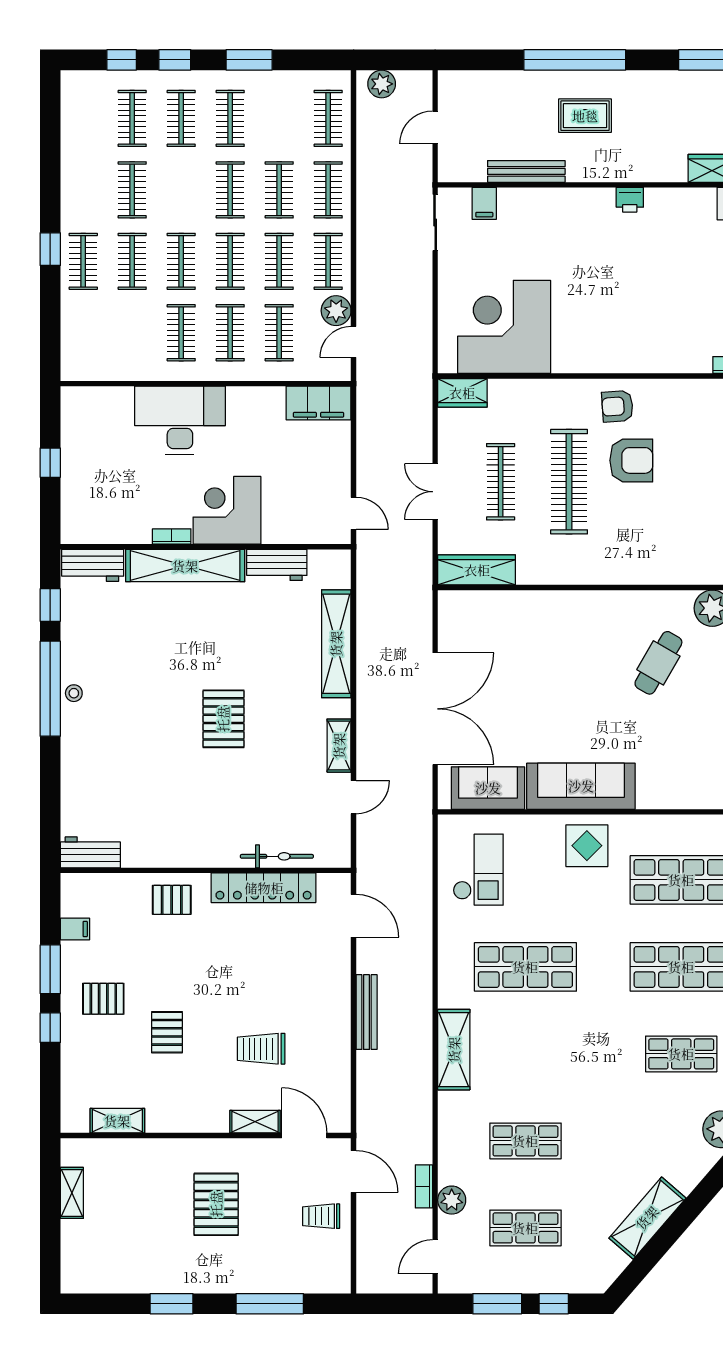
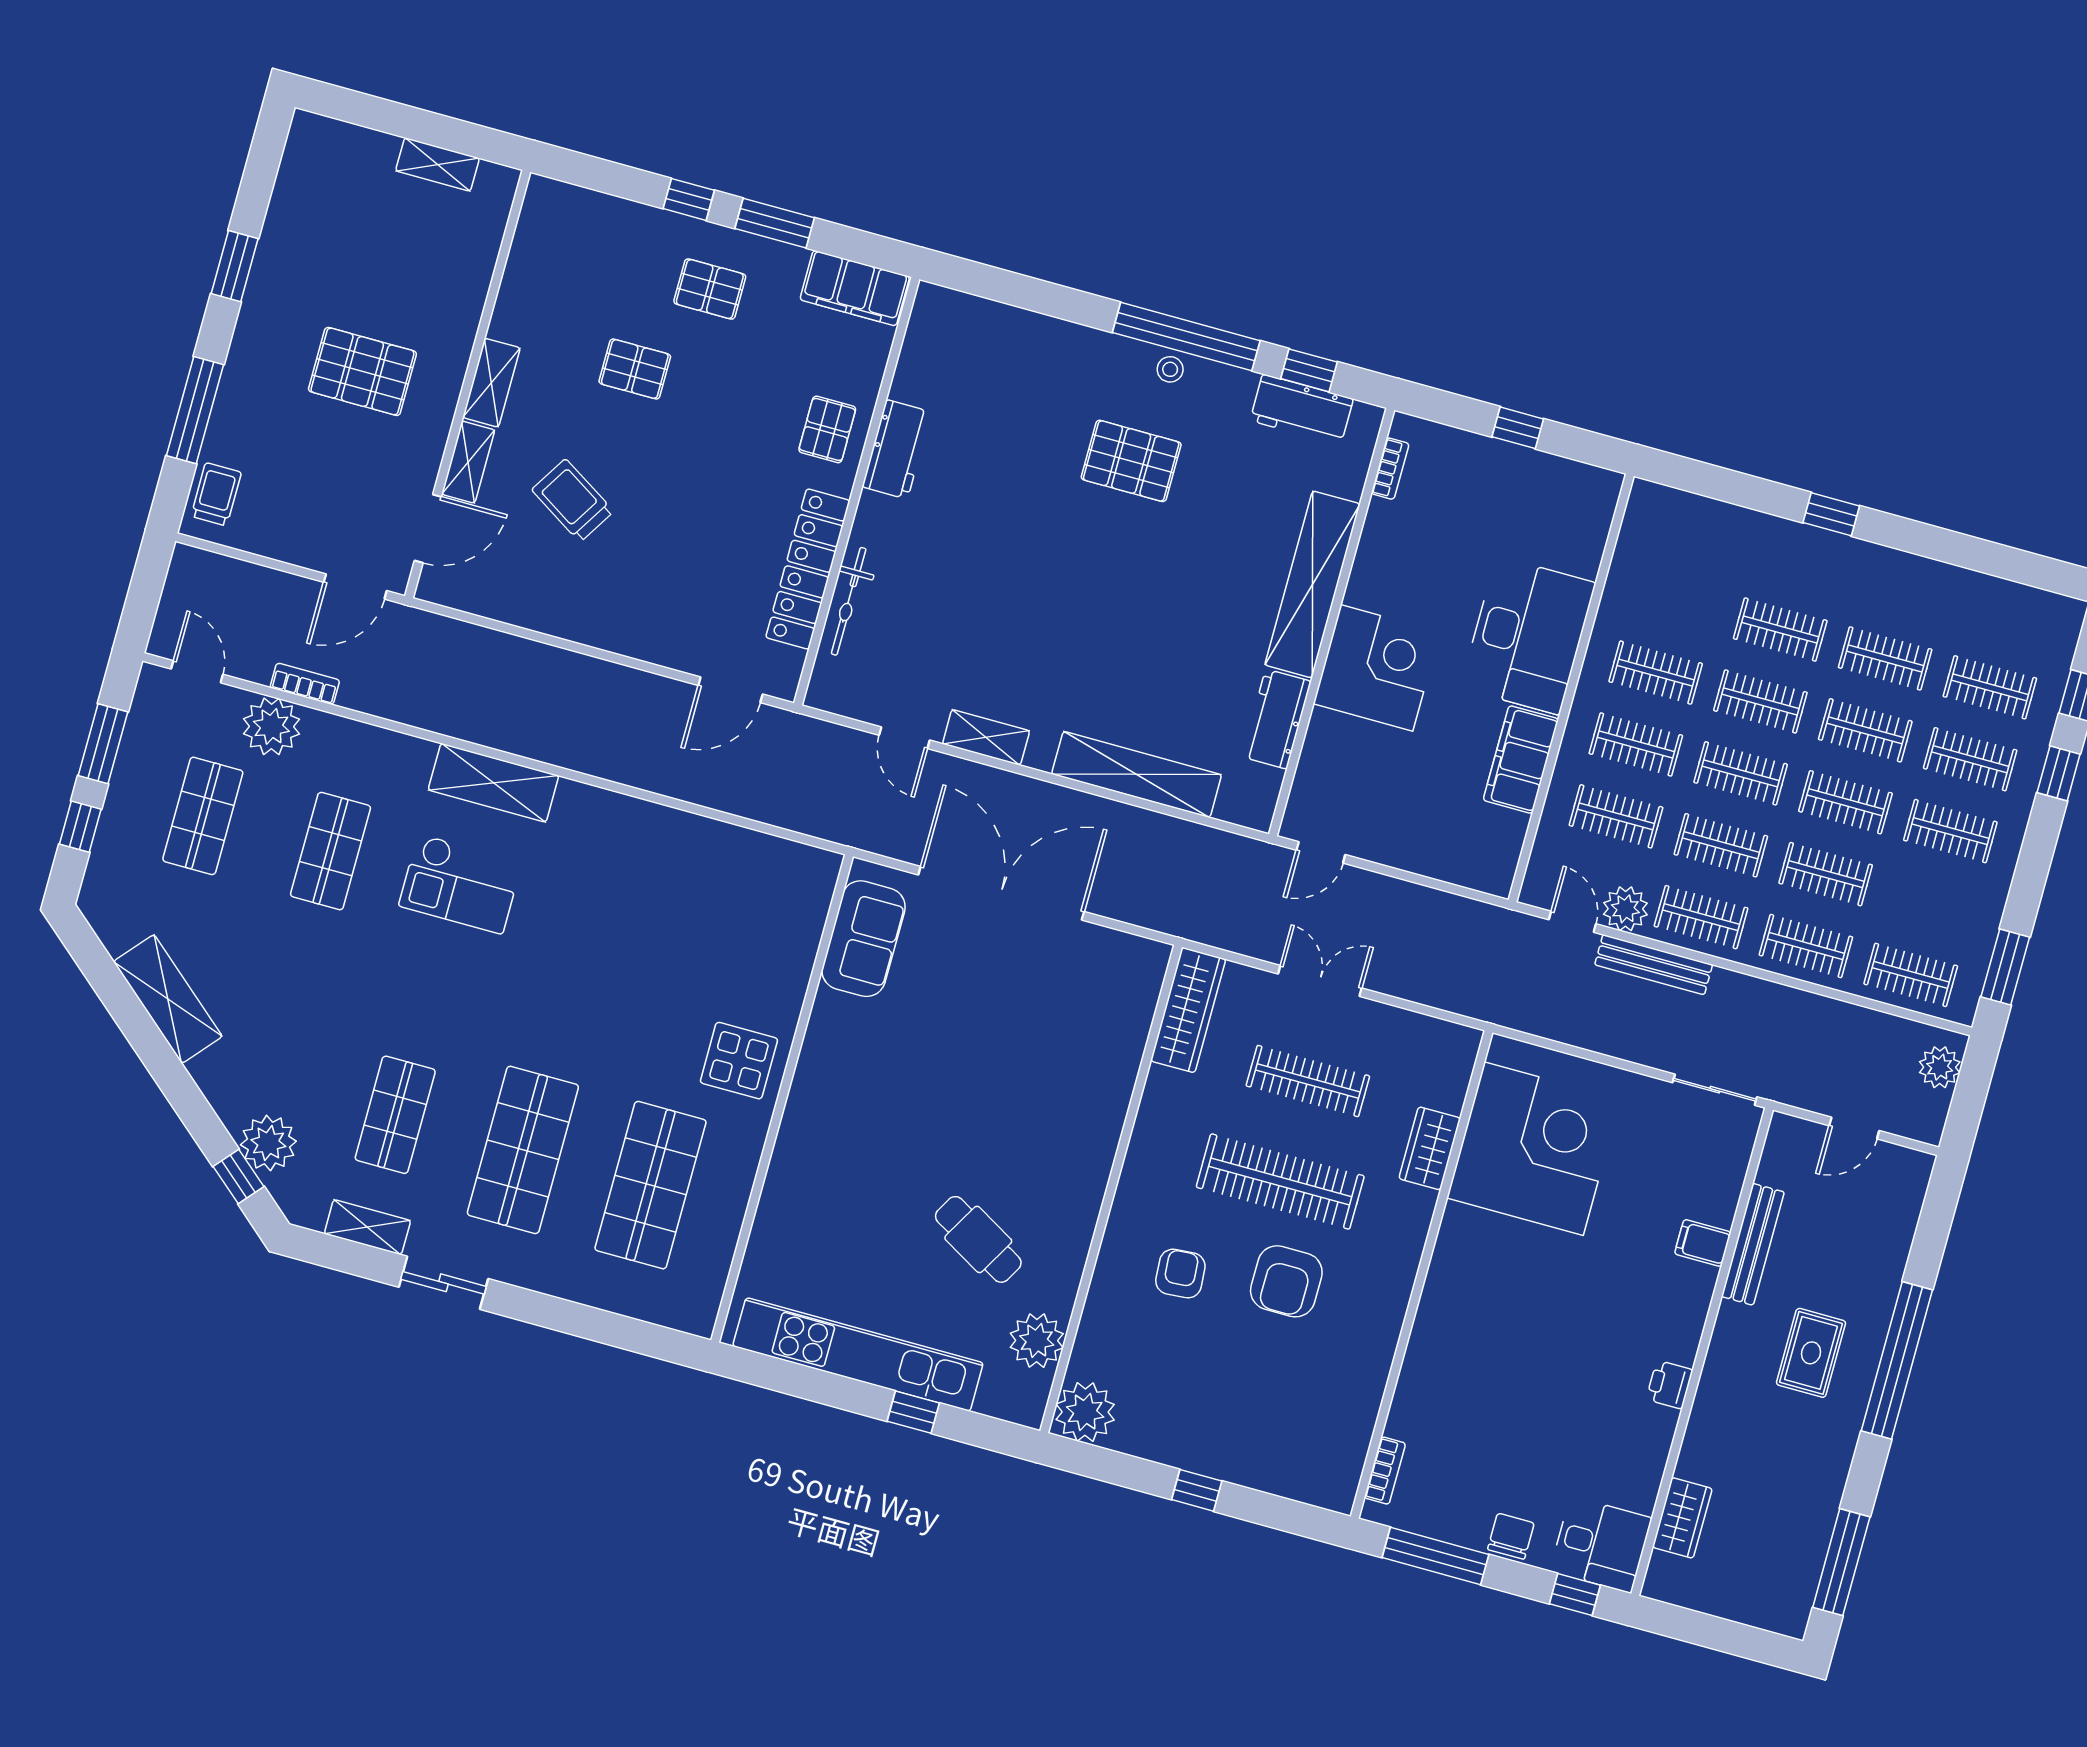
window: (249, 60) -> (2005, 967), moved
door: (435, 128) -> (1854, 1128), swing flipped
filing cabinet: (484, 203) -> (1703, 1243), moved
clothes rail: (83, 261) -> (1865, 730), moved
wardrobe: (462, 393) -> (1430, 1148), moved
filing cabinet: (319, 403) -> (1521, 760), moved
armchair: (617, 406) -> (1180, 1274), moved
bookcase: (172, 536) -> (1390, 469), moved
workbench: (93, 565) -> (1302, 410), moved, turned -90
double door: (435, 709) -> (1001, 893), swing flipped
pallet: (223, 719) -> (1131, 461), moved
sofa: (581, 786) -> (829, 1076), removed
workbench: (90, 852) -> (897, 449), moved
checkout: (478, 870) -> (460, 884), moved
filing cabinet: (75, 929) -> (855, 288), width x3.00, depth x1.17
shop shelf: (525, 967) -> (586, 921), removed
pallet: (103, 999) -> (710, 289), turned 90
bench: (367, 1012) -> (1654, 965), moved
trolley: (261, 1049) -> (573, 500), turned -58
shelving: (117, 1121) -> (491, 383), moved
plant: (452, 1200) -> (271, 726), width x1.36, depth x1.36
trolley: (321, 1216) -> (216, 494), moved

